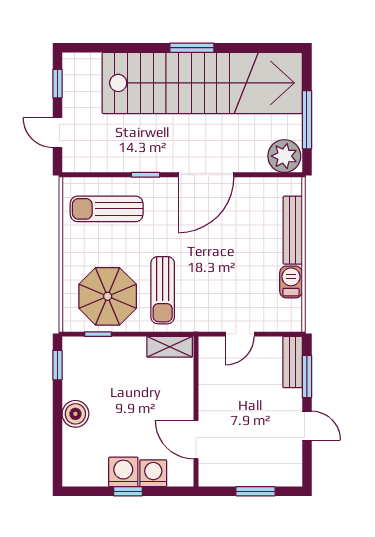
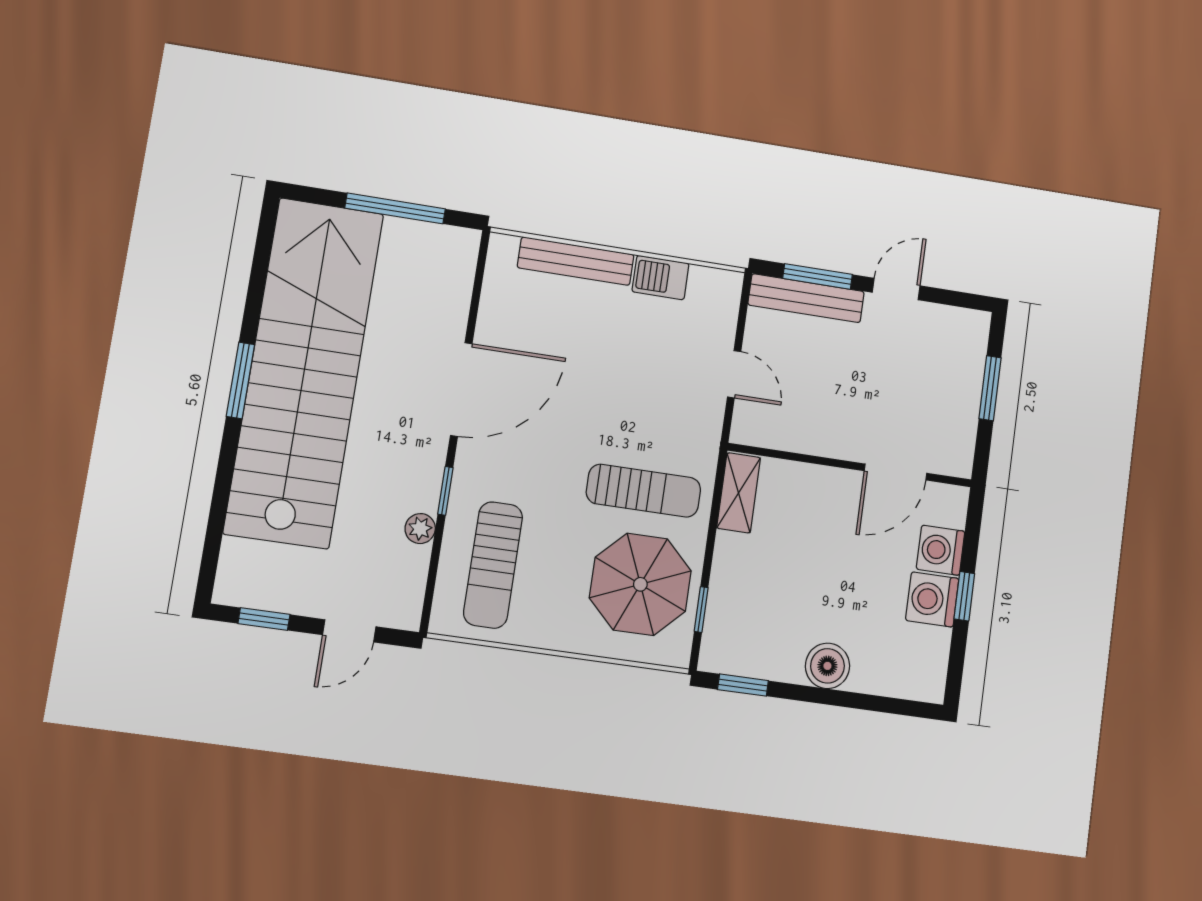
plant: (284, 156) -> (420, 529), moved, width x0.53, depth x0.53
door: (206, 175) -> (461, 389), hinge flipped
bench: (293, 362) -> (806, 298), width x1.36

